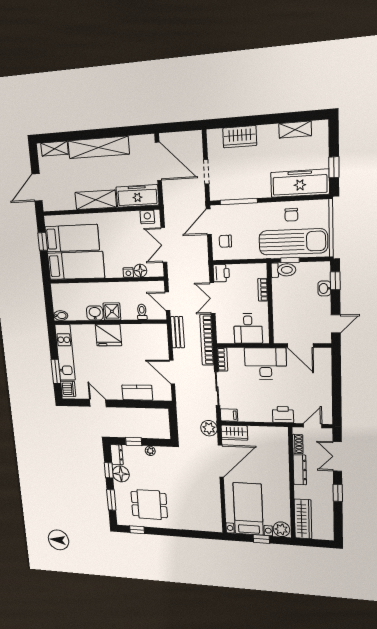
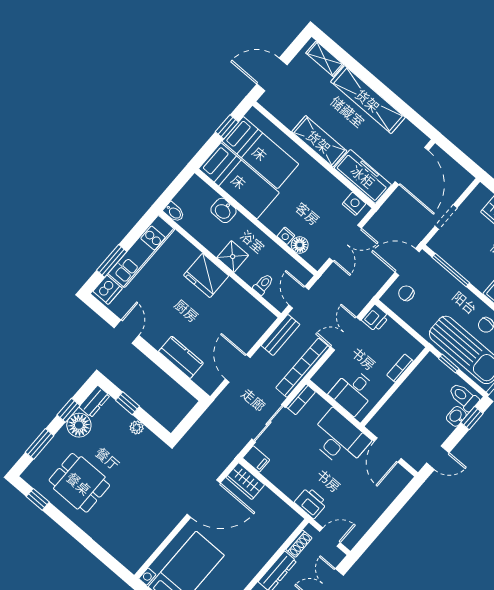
double door: (164, 245) -> (345, 243), swing flipped
toilet: (283, 270) -> (464, 397), moved, turned 180
washbasin: (95, 313) -> (224, 210), moved, turned 180
plant: (209, 428) -> (223, 455), removed

